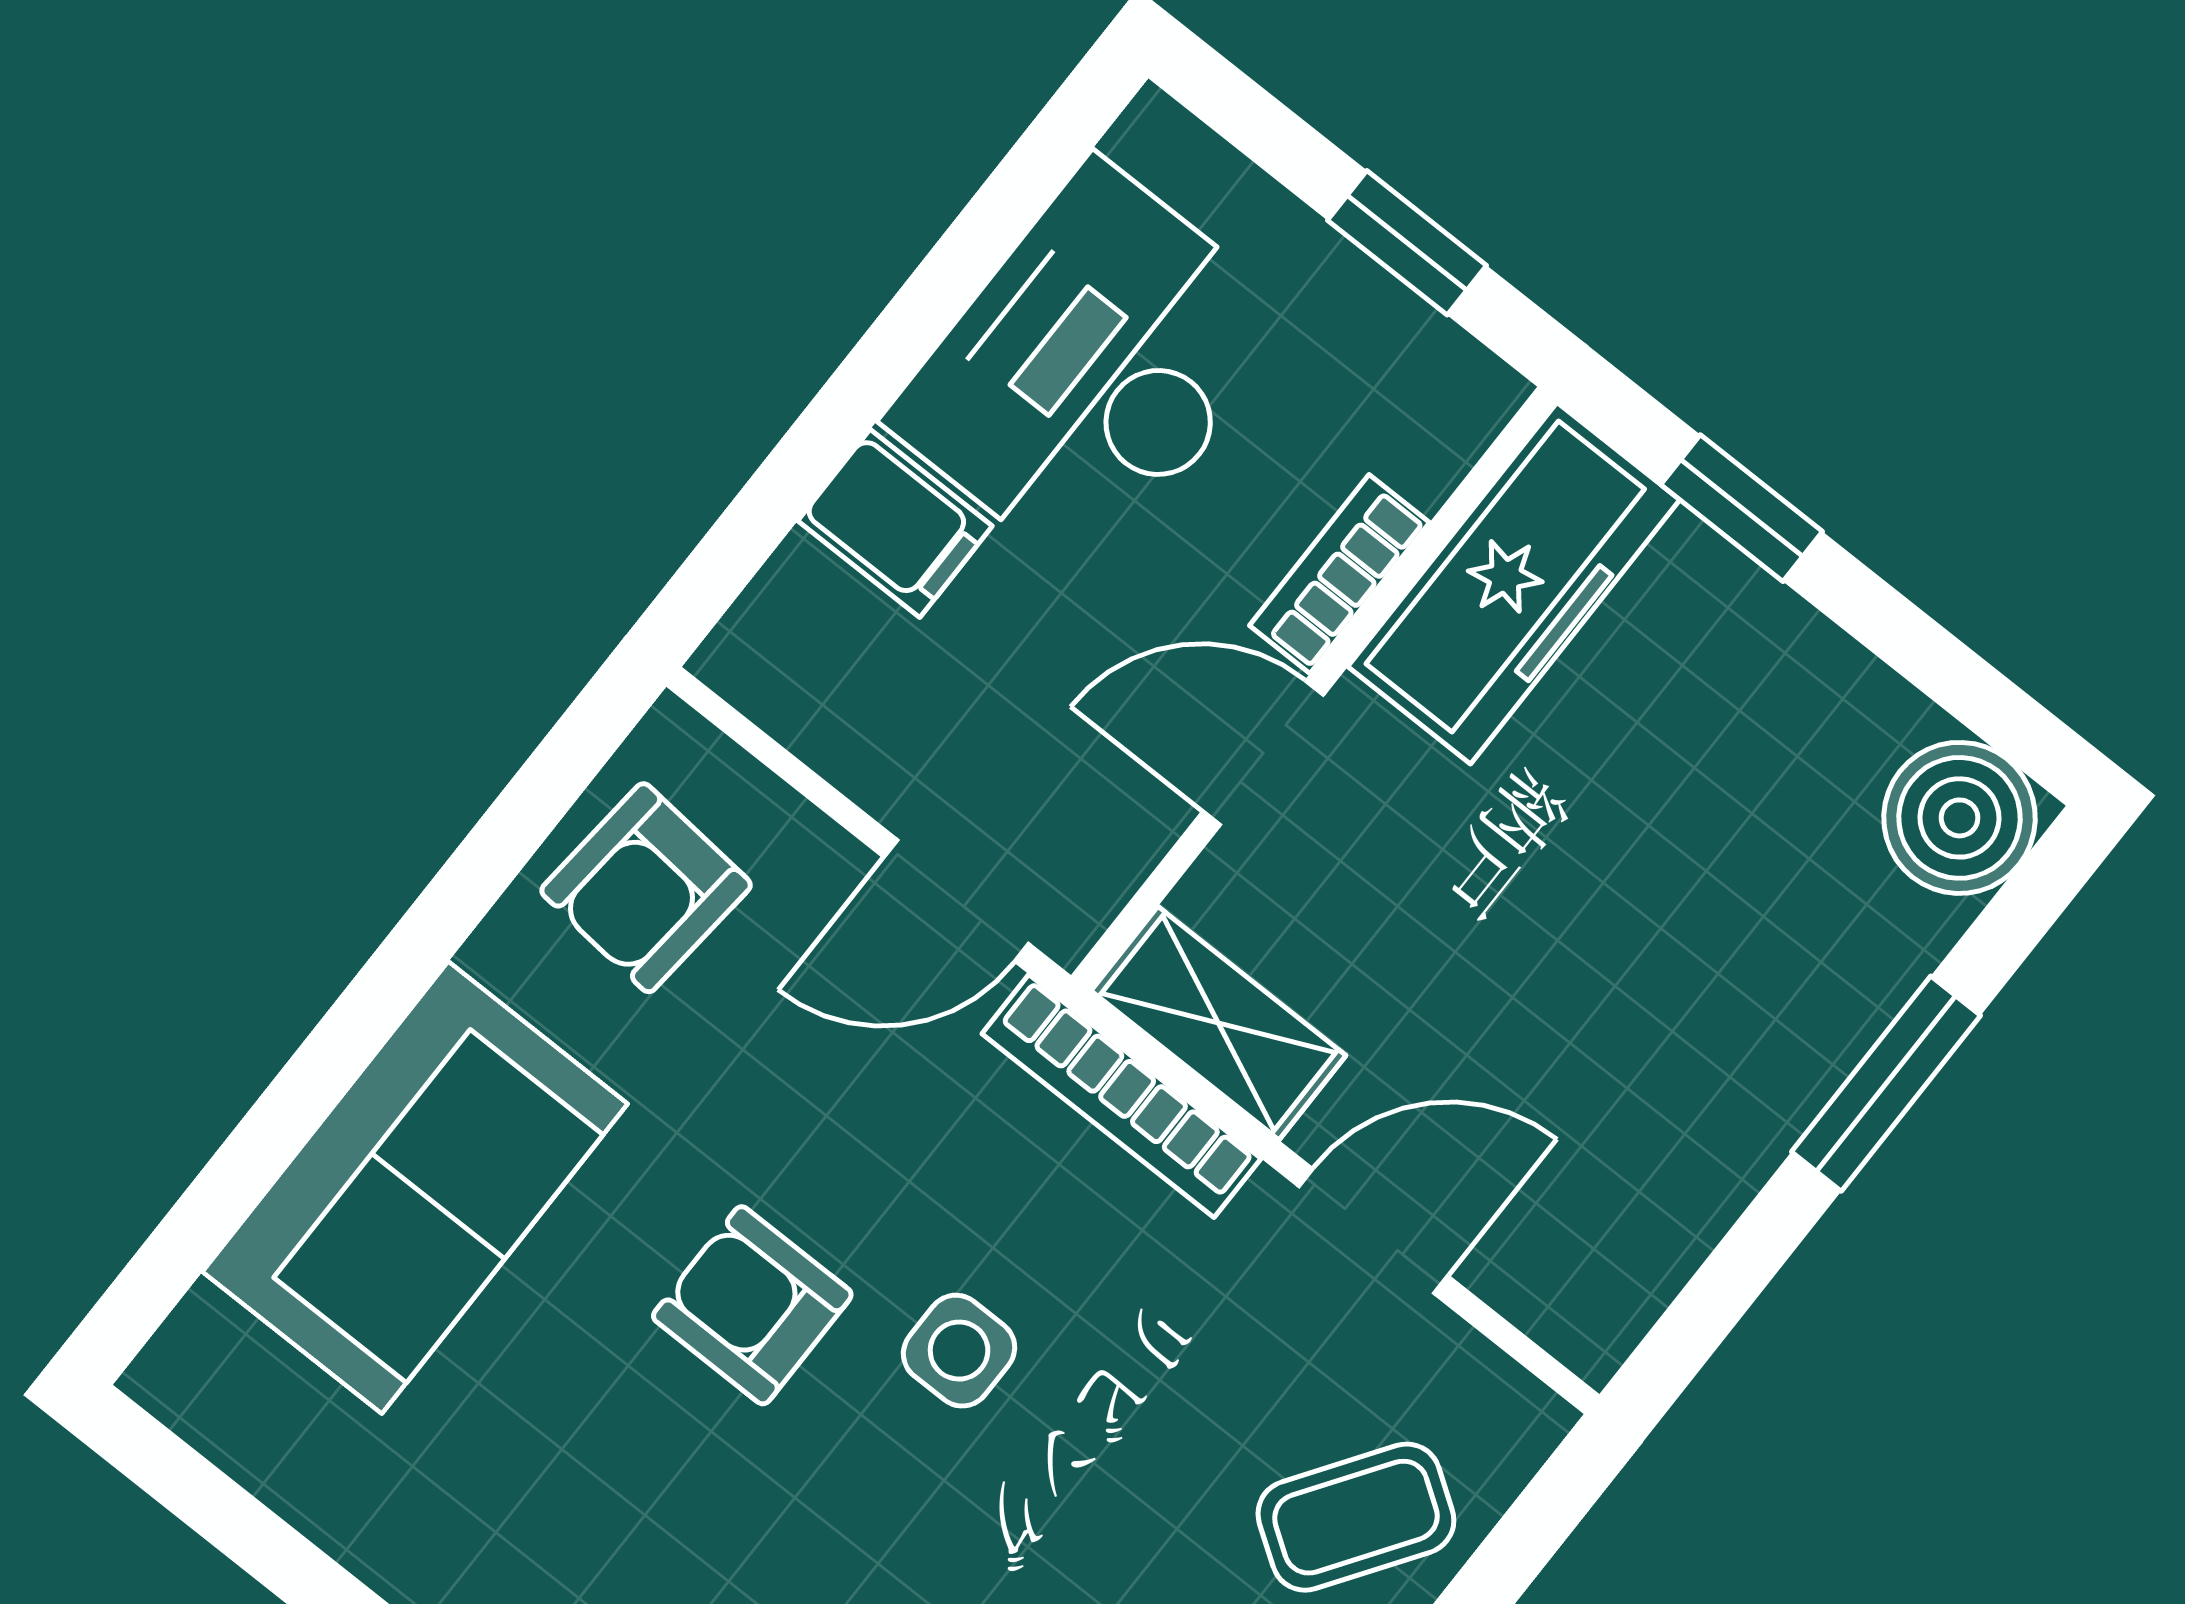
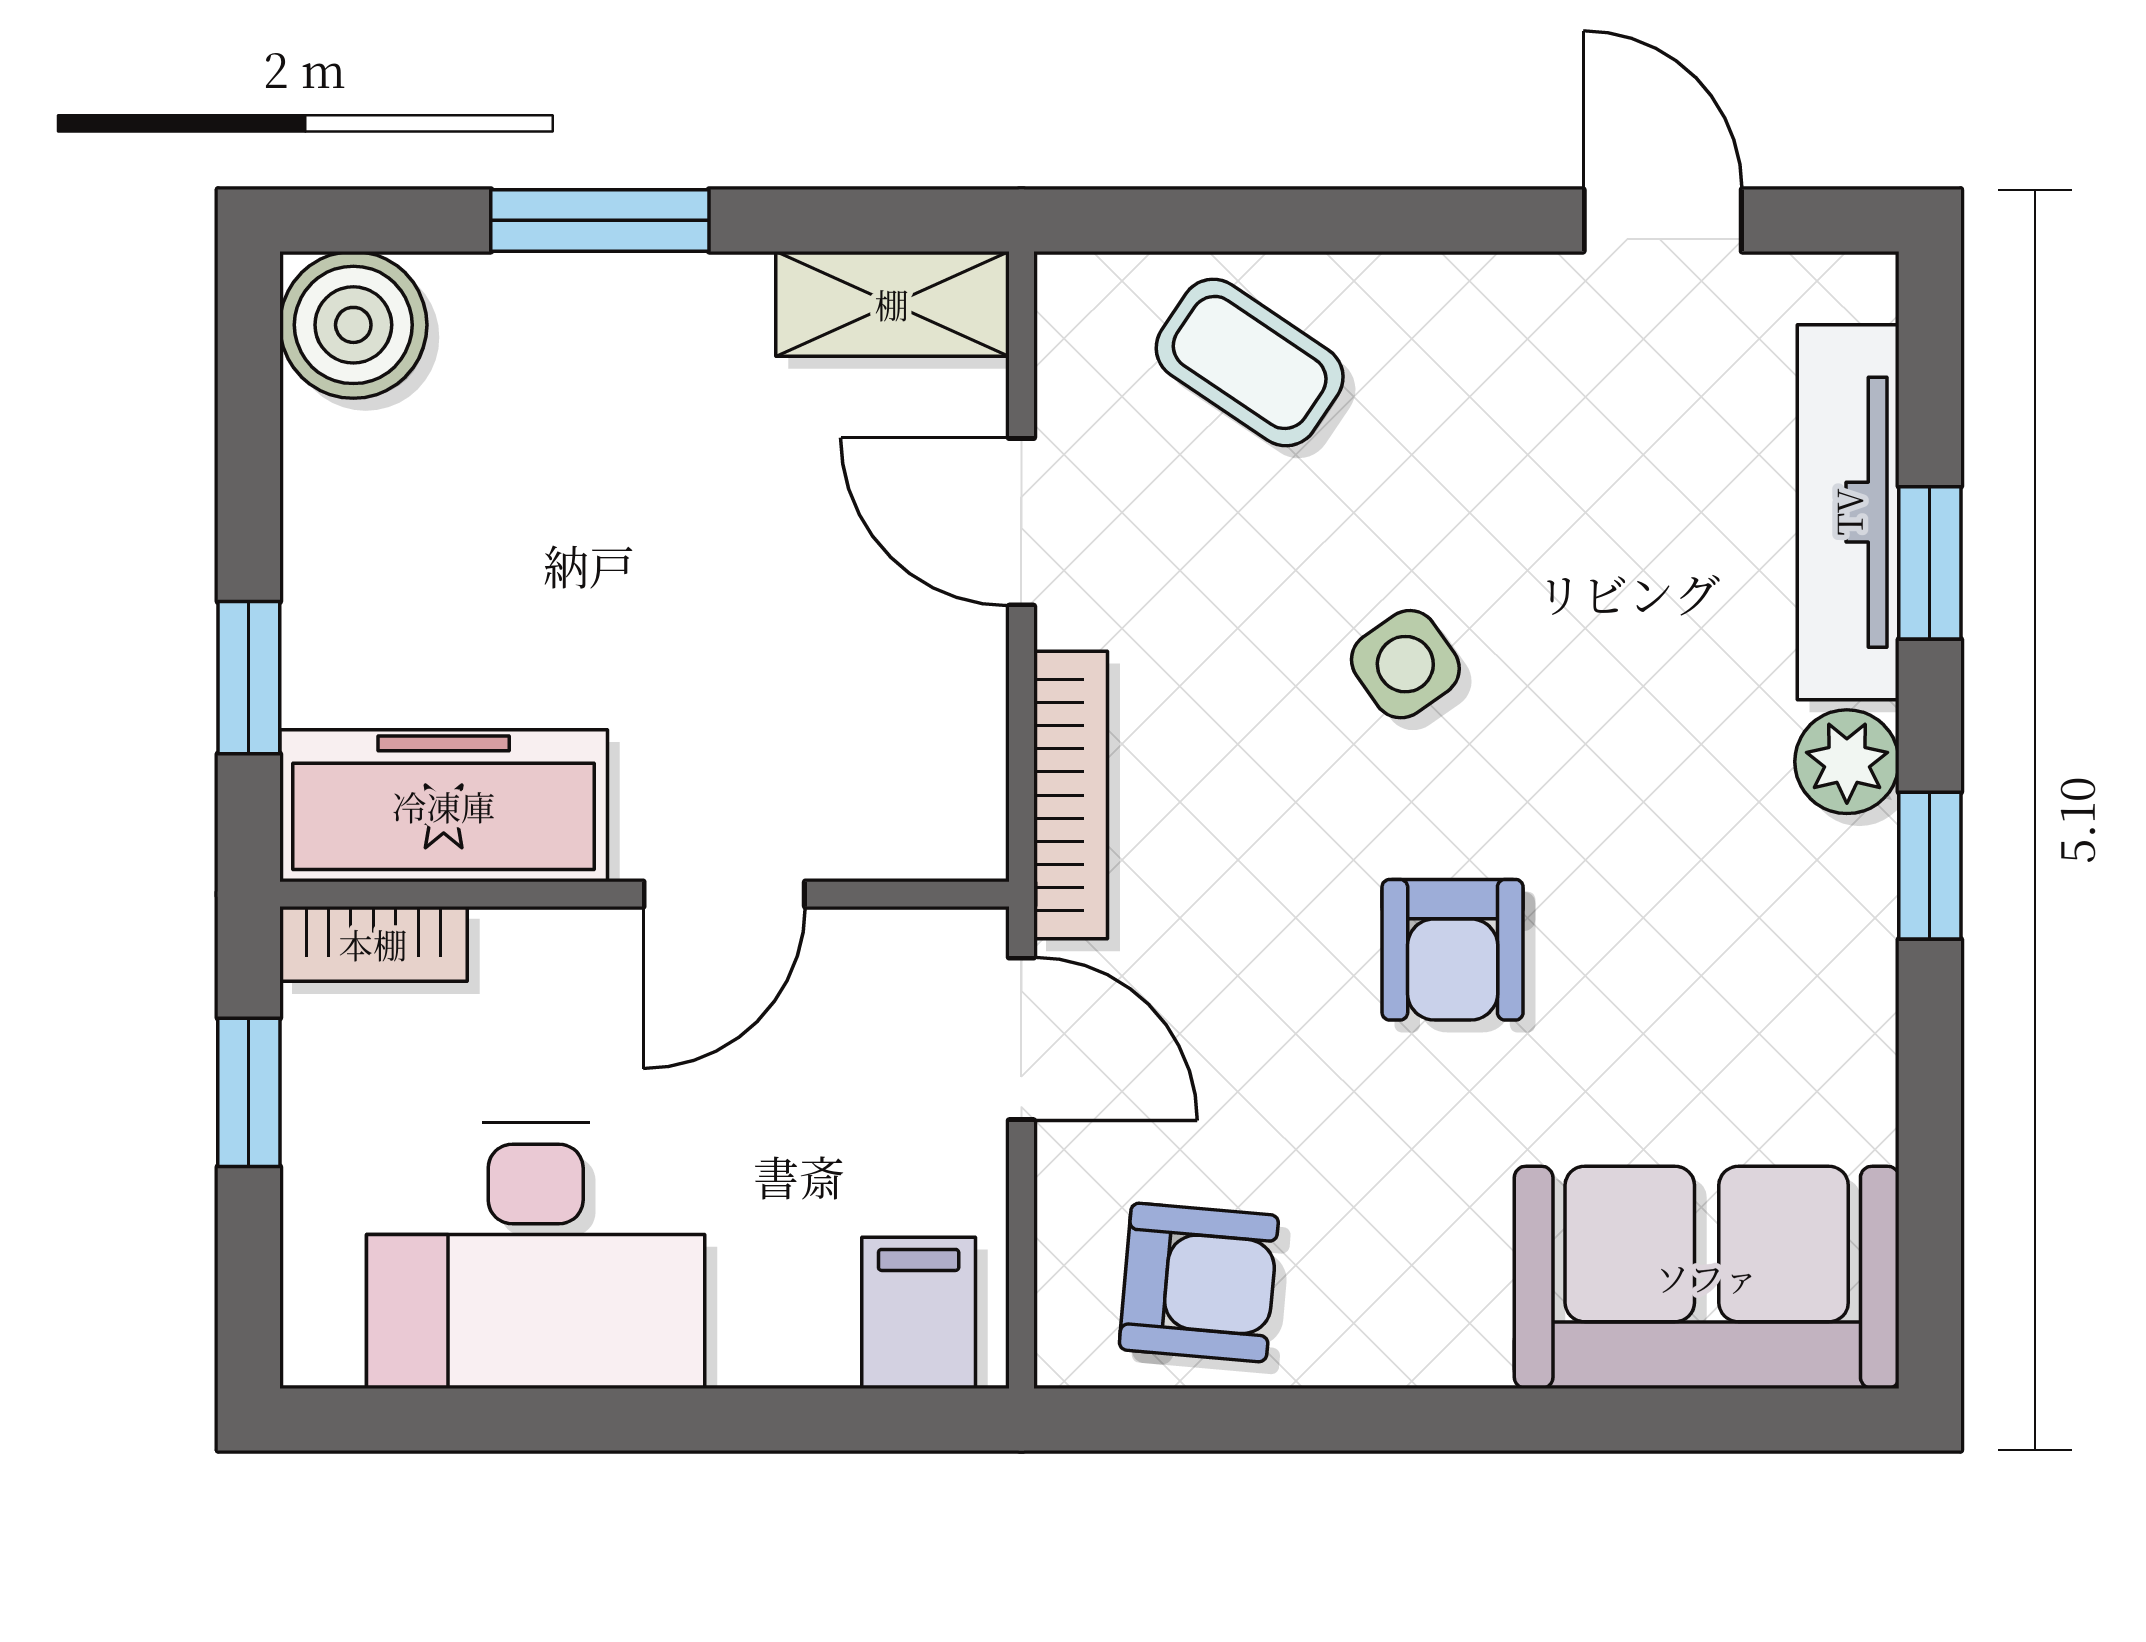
filing cabinet: (895, 523) -> (919, 1313), moved
bookcase: (1340, 574) -> (373, 944), moved
door: (1263, 753) -> (724, 894), hinge flipped
shelving: (1218, 1023) -> (892, 304), moved, turned 90
sofa: (415, 1188) -> (1707, 1277), moved
side table: (959, 1351) -> (1405, 664), moved, turned -35

